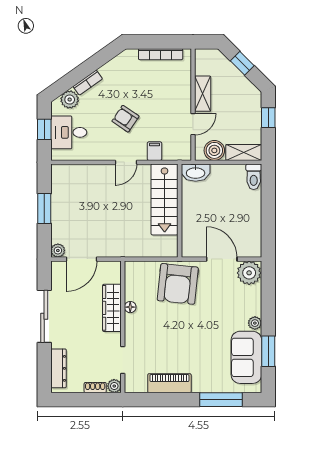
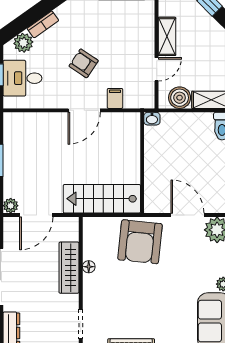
door: (126, 162) -> (84, 110), width x1.38
washbasin: (196, 173) -> (152, 119), width x0.52, depth x0.69
stairs: (165, 199) -> (102, 199), moved, turned 90

